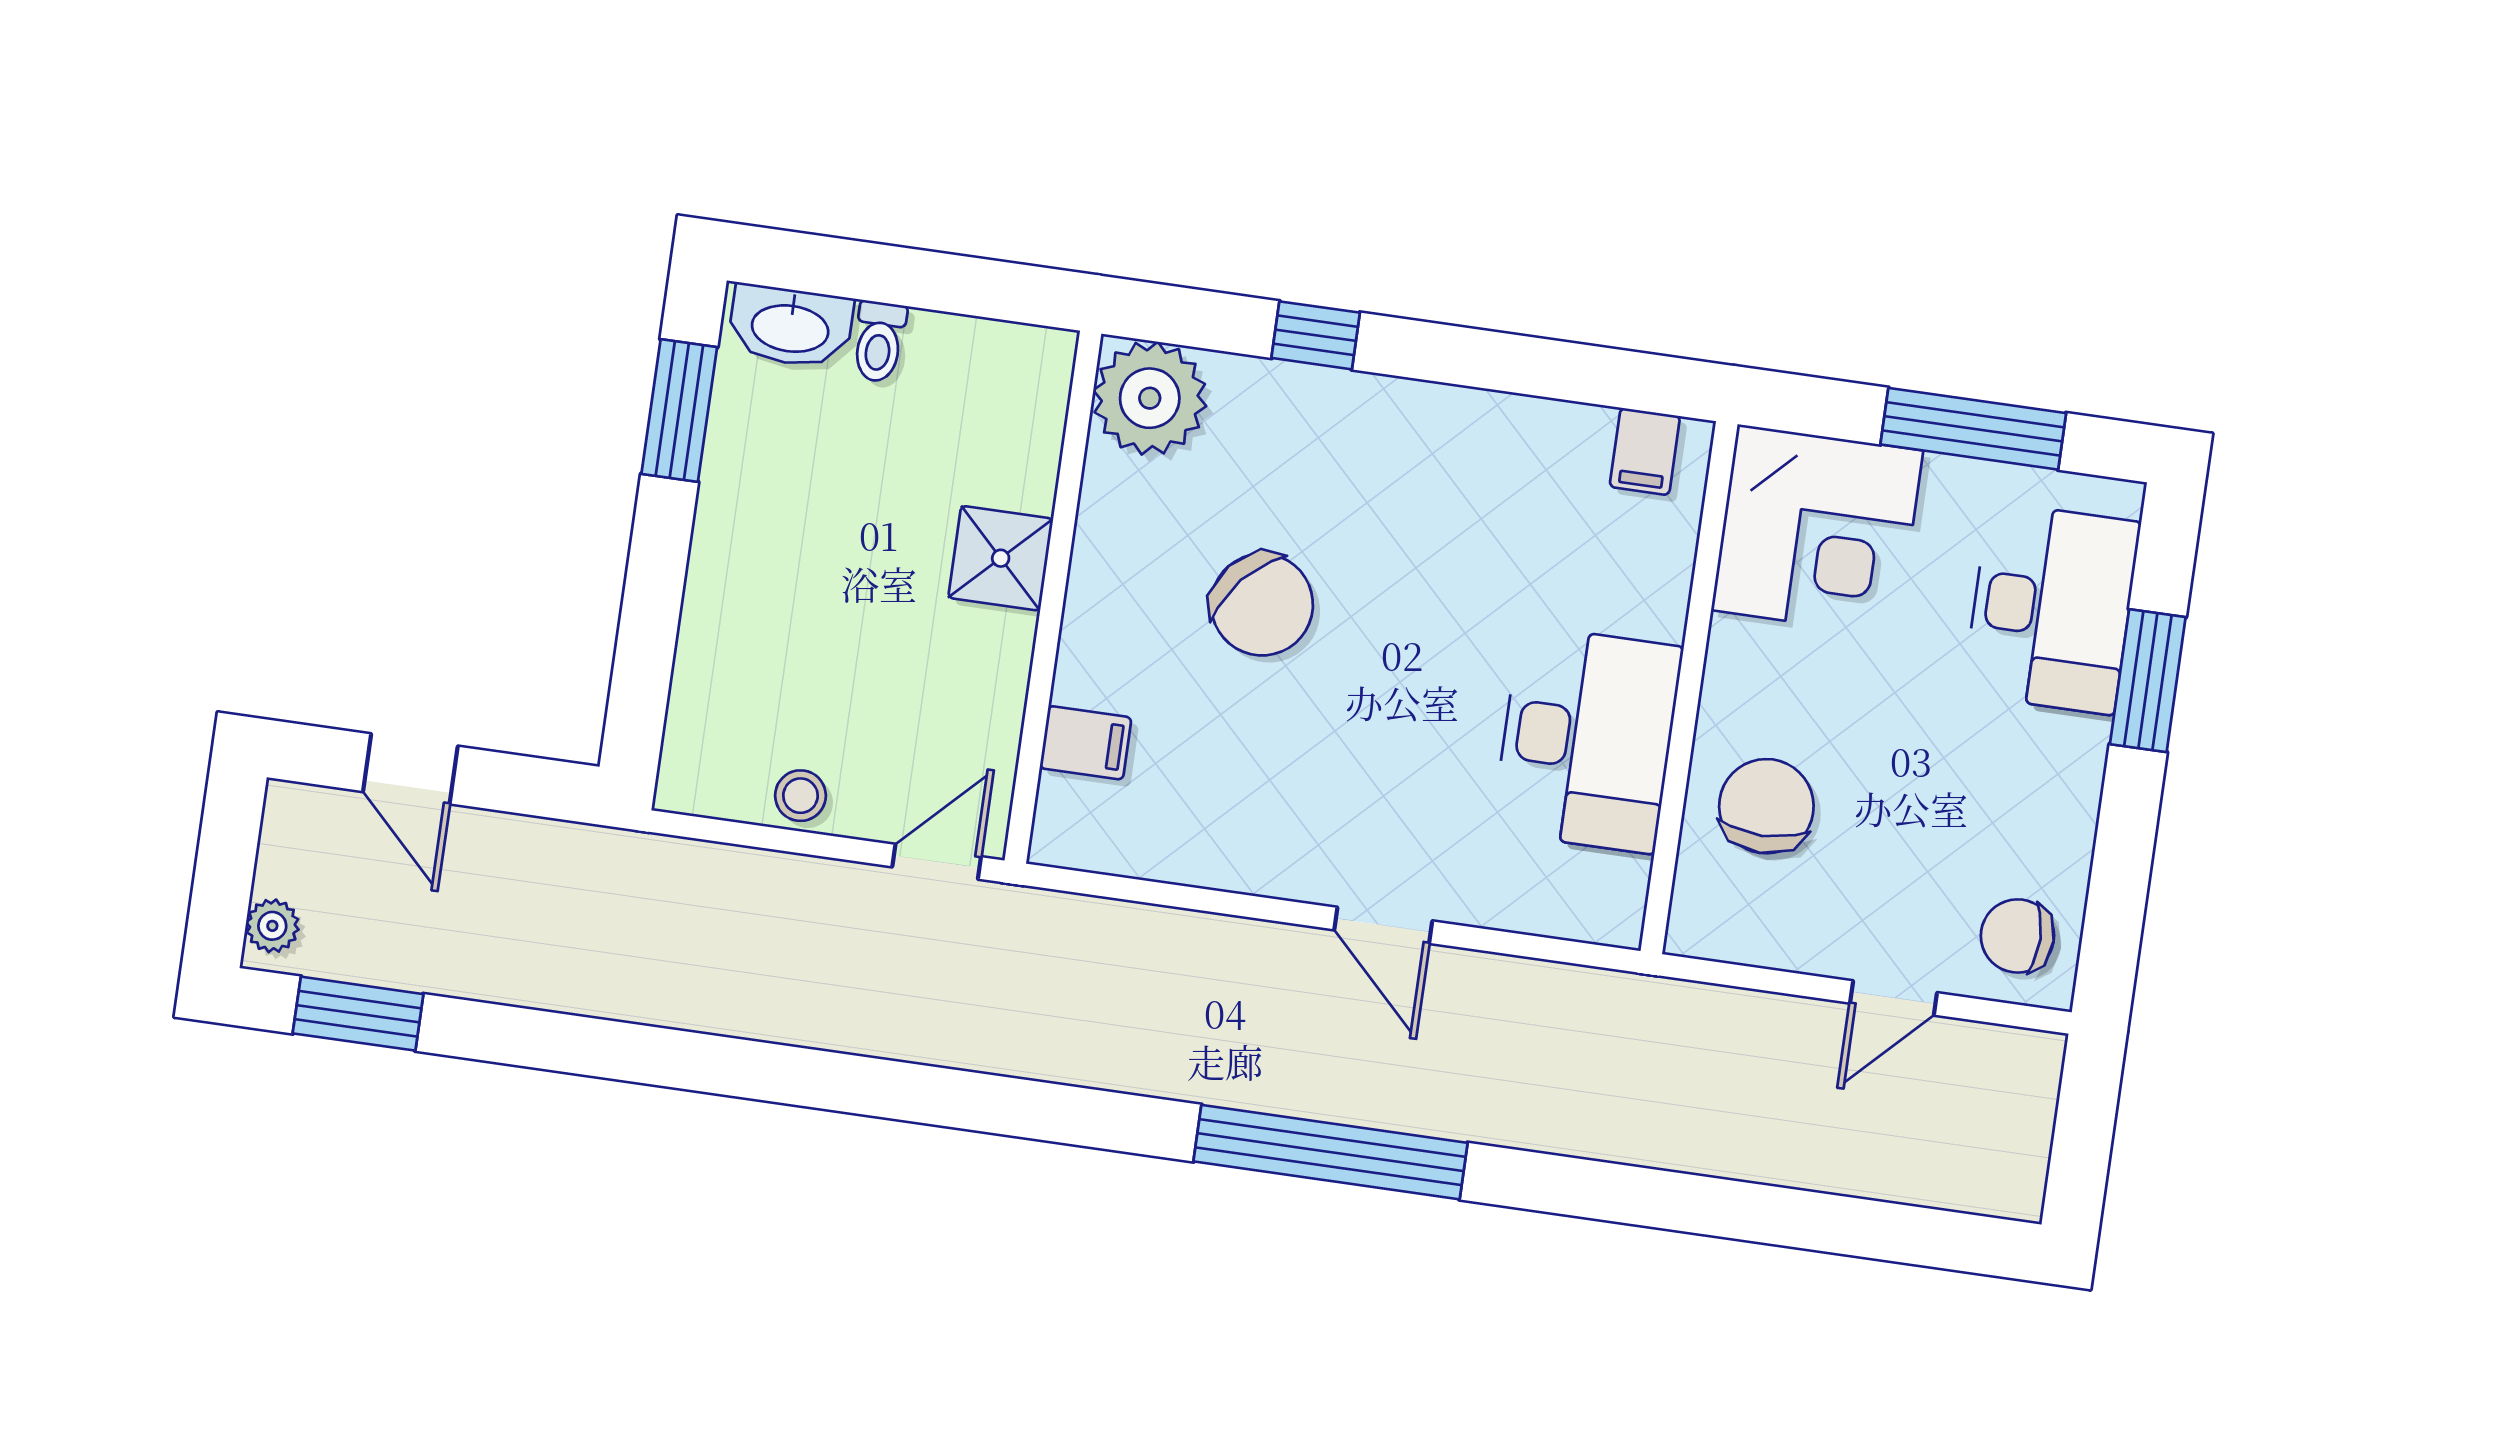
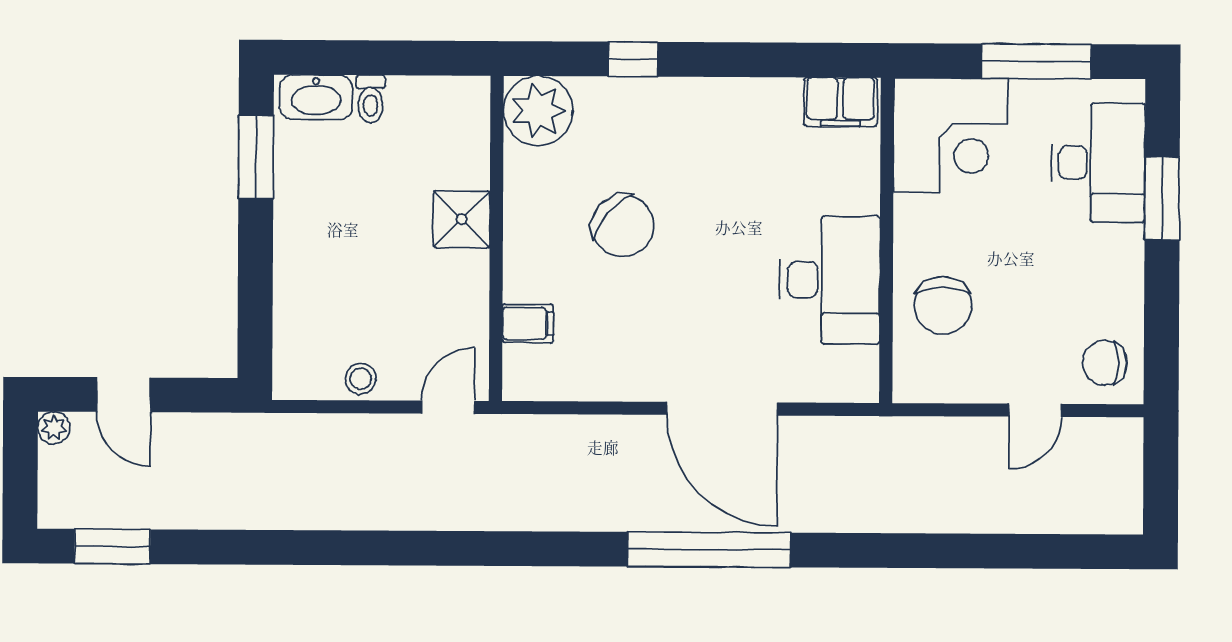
filing cabinet: (1645, 451) -> (841, 102), width x2.00
chair: (1766, 806) -> (943, 305), turned 180
door: (1383, 925) -> (722, 409), width x1.87
plant: (272, 926) -> (54, 428), moved

